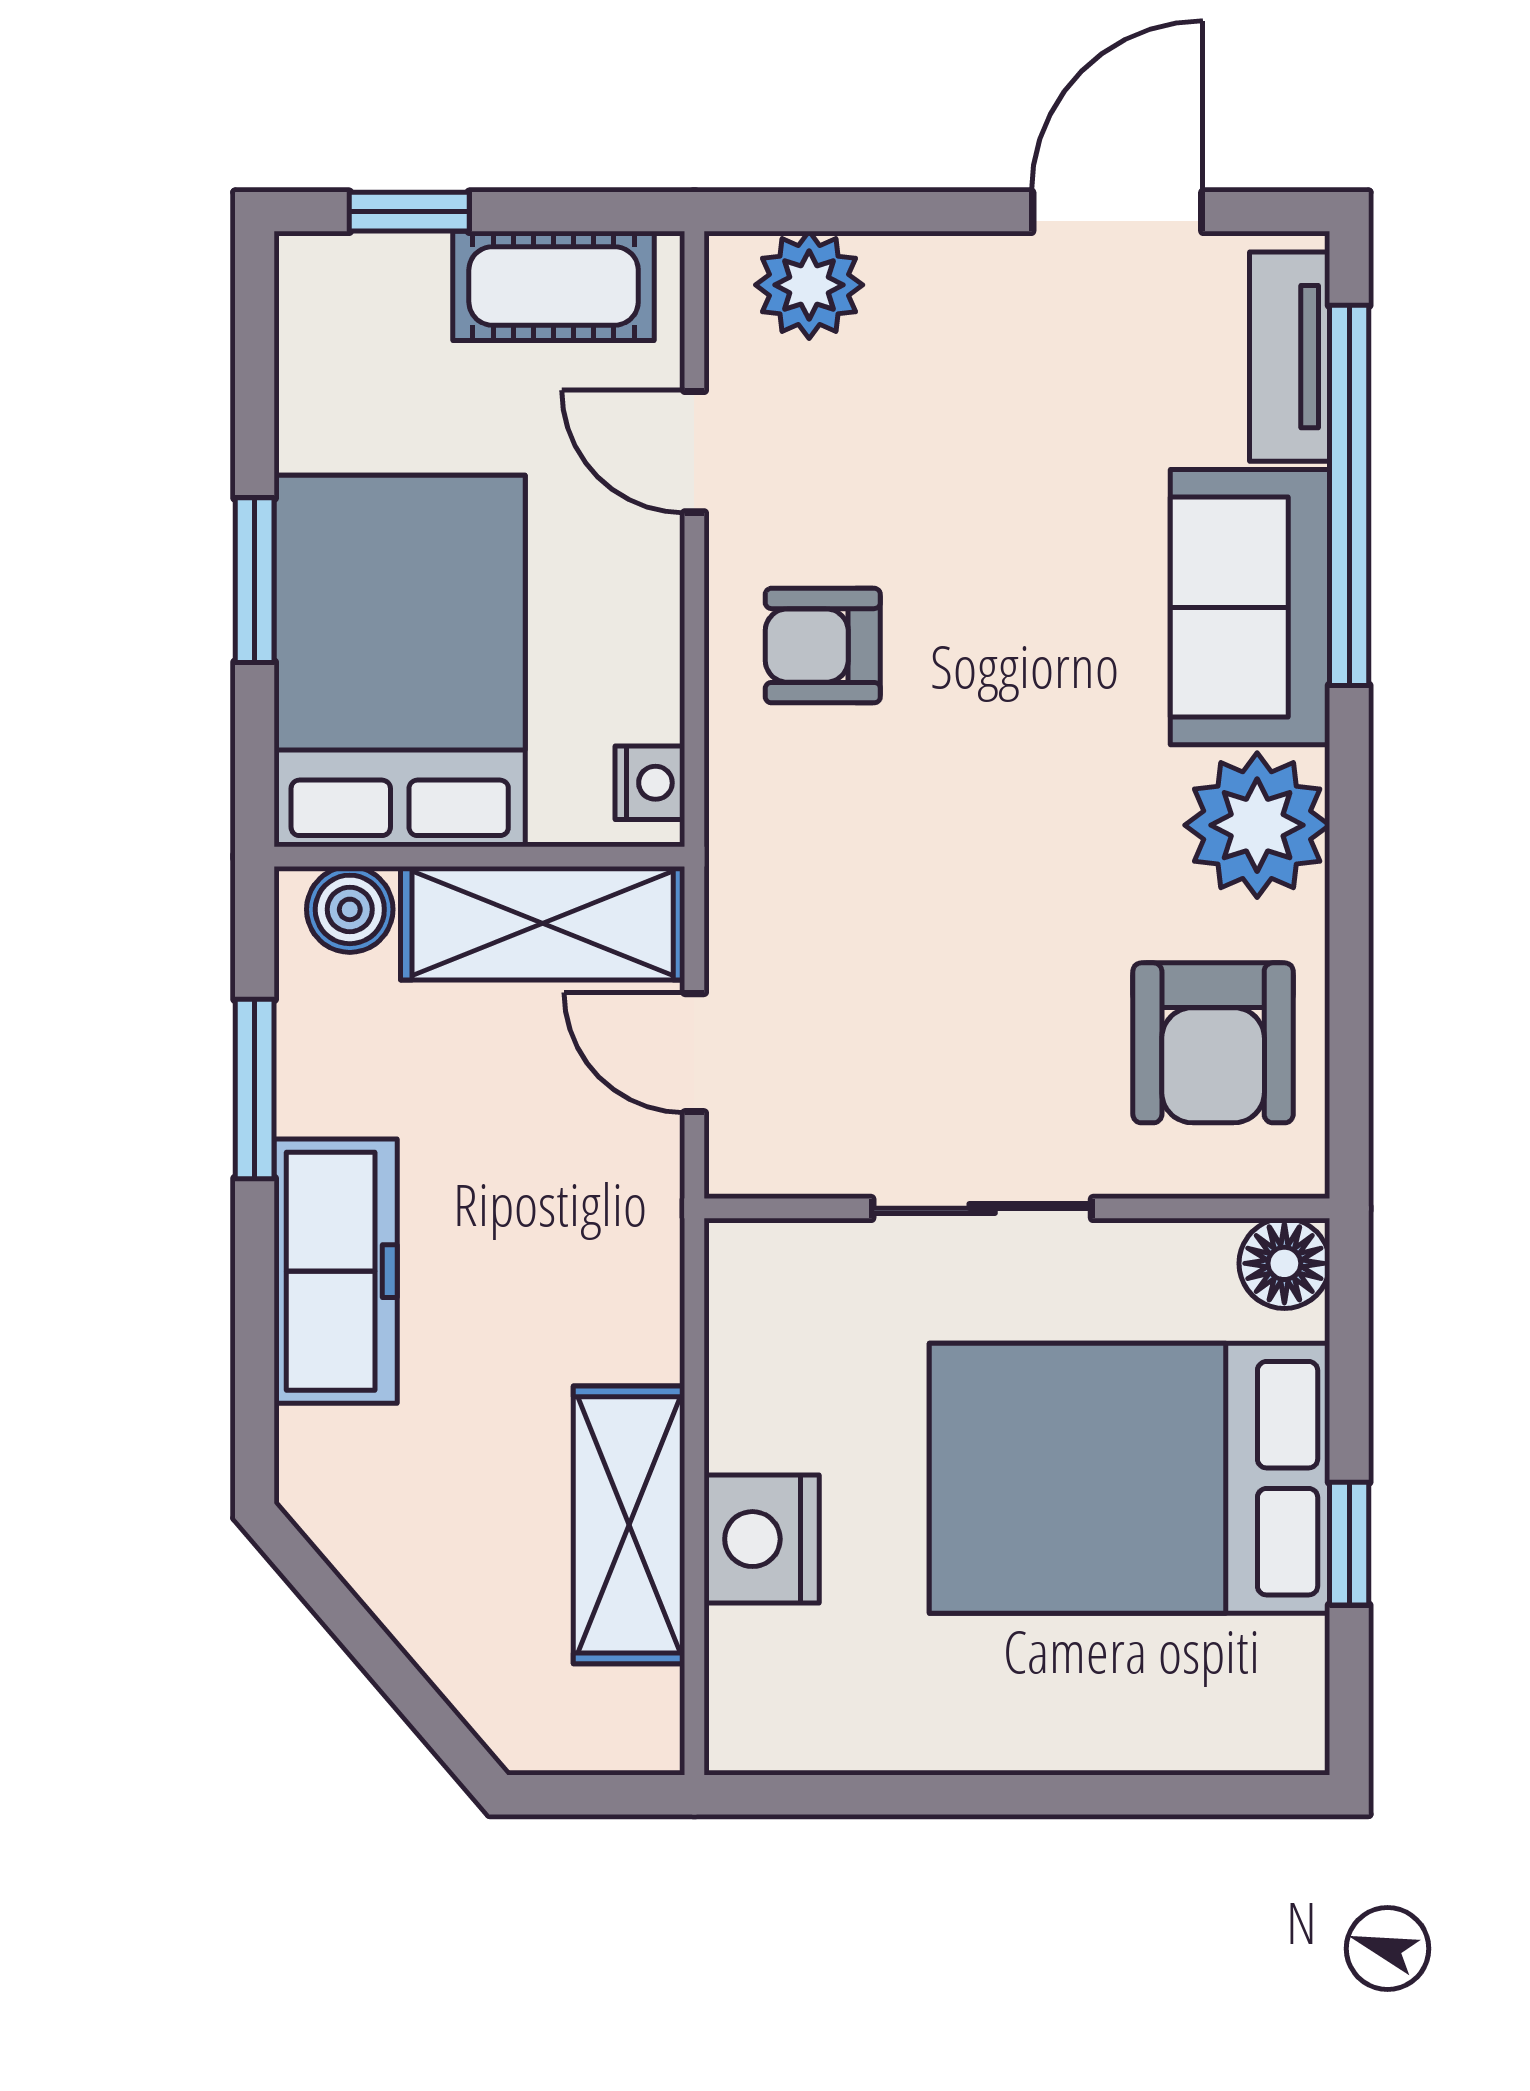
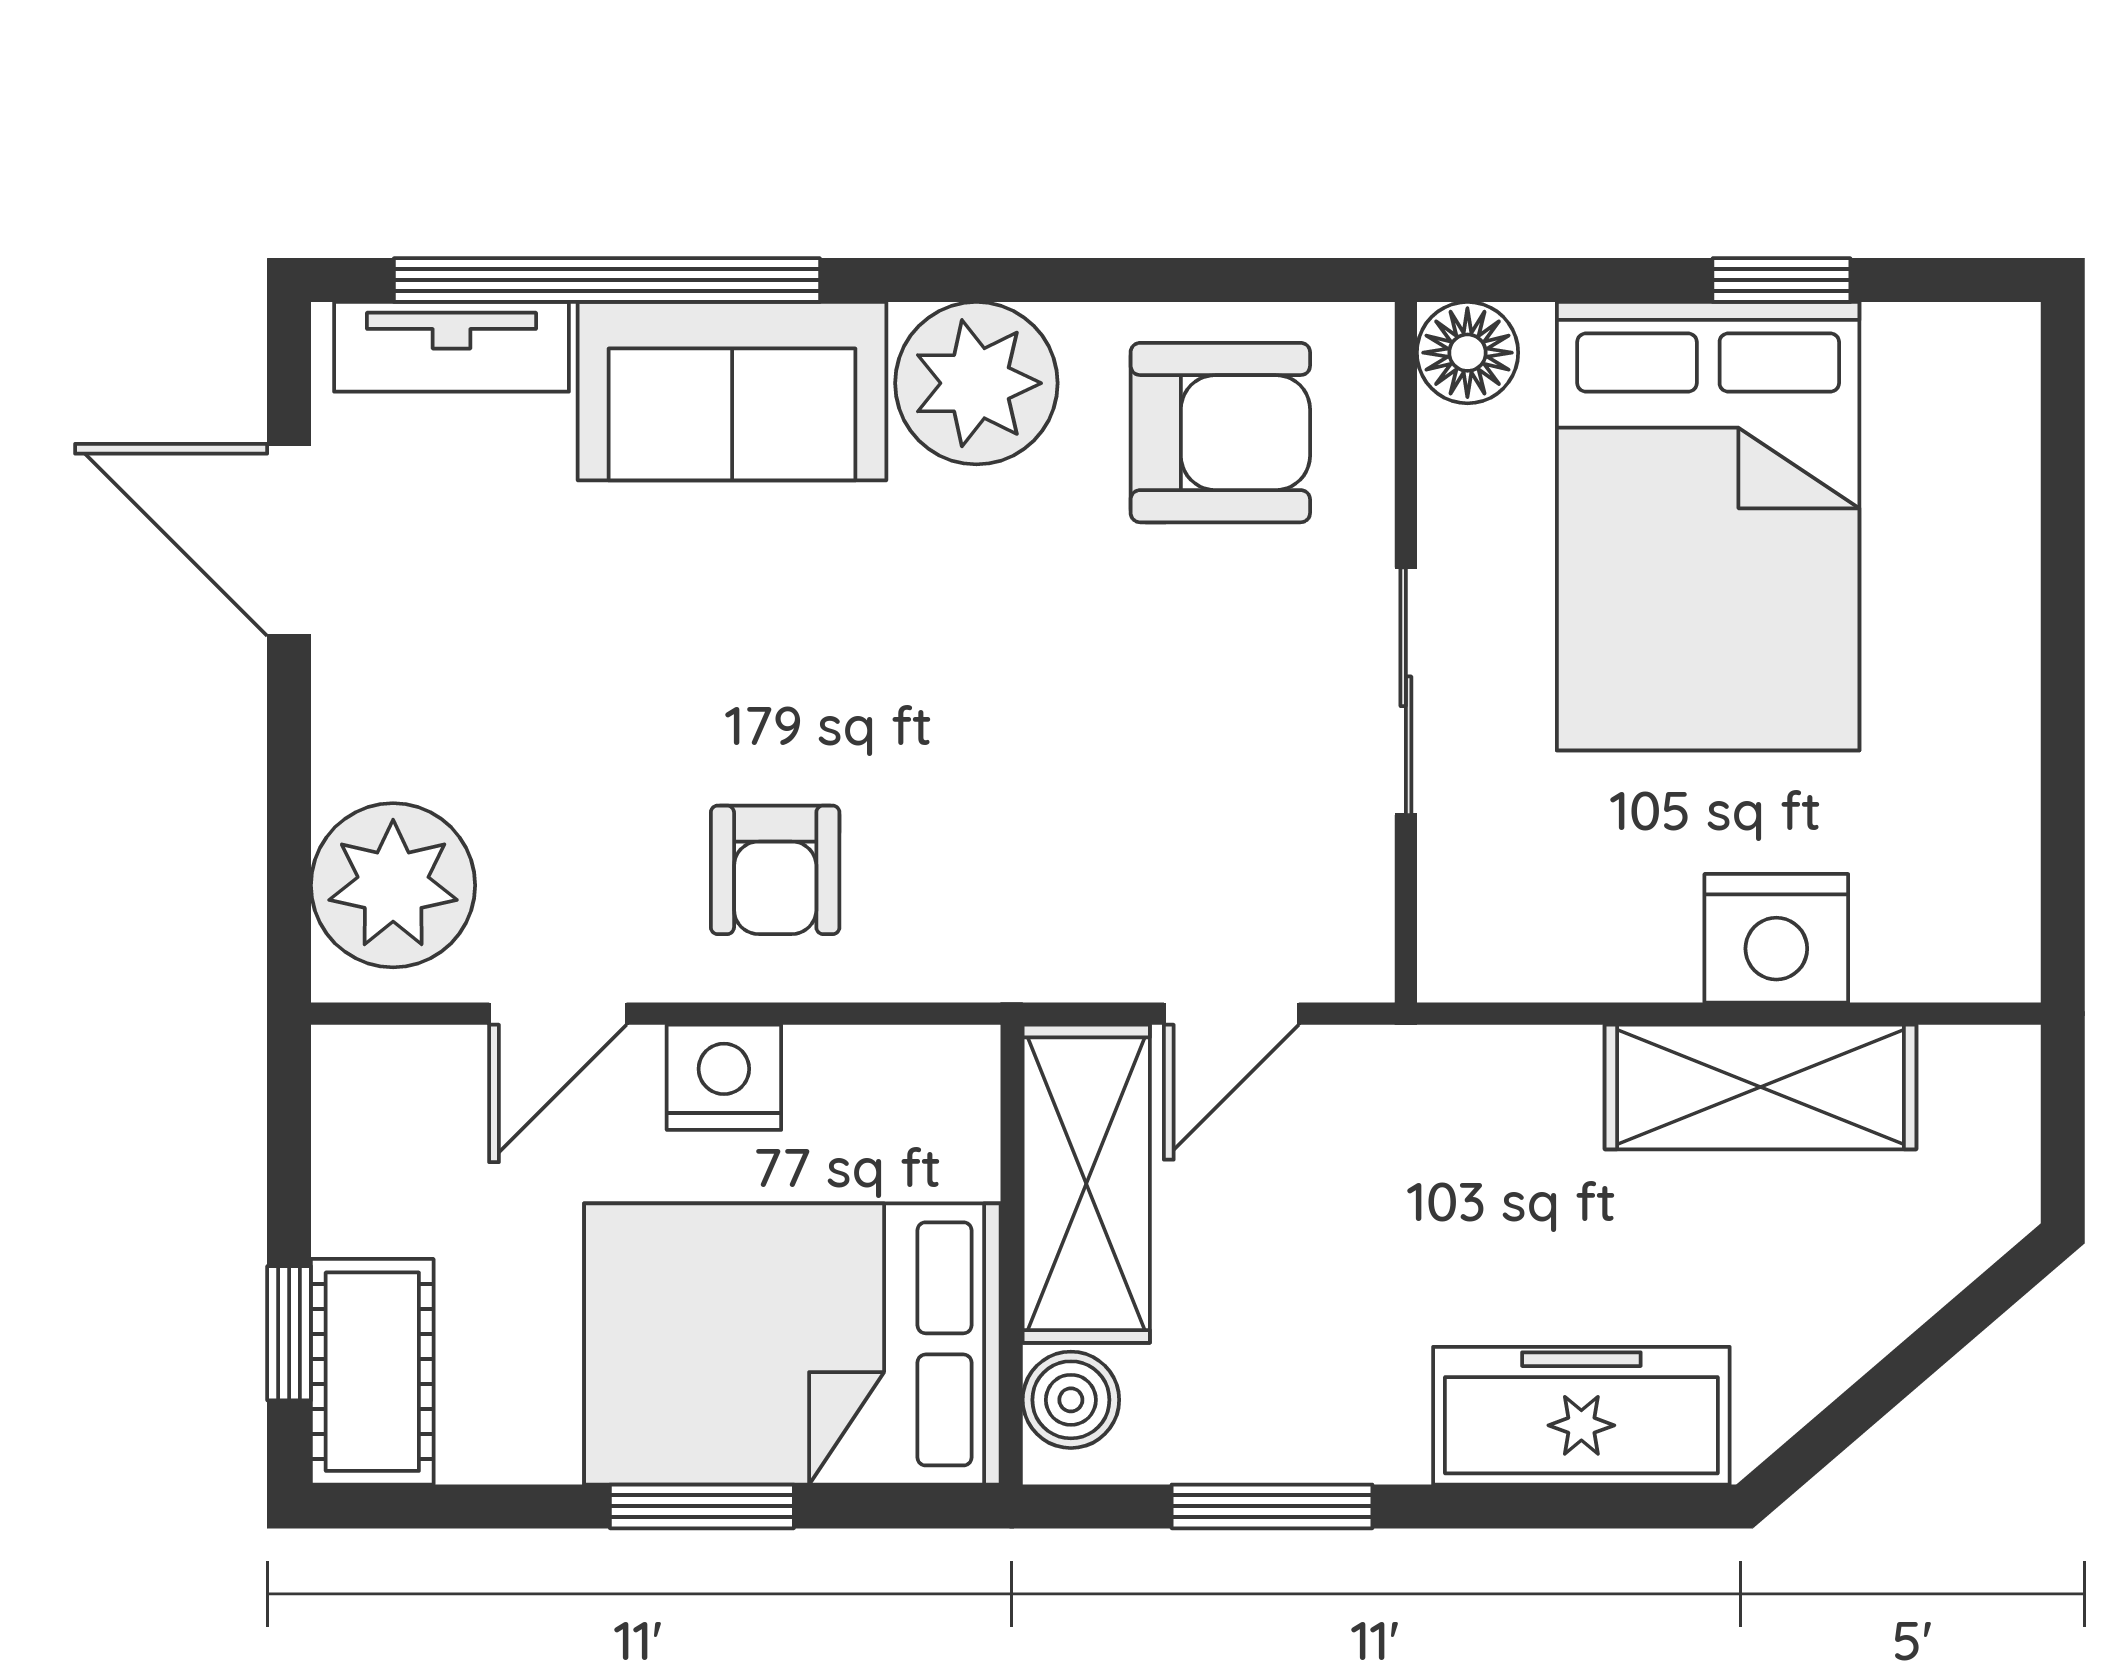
plant: (809, 285) -> (393, 885), width x1.36, depth x1.36
cot: (554, 286) -> (372, 1372), moved
nightstand: (650, 783) -> (724, 1077), moved, width x1.39, depth x1.35
freezer: (336, 1271) -> (1581, 1416), moved

